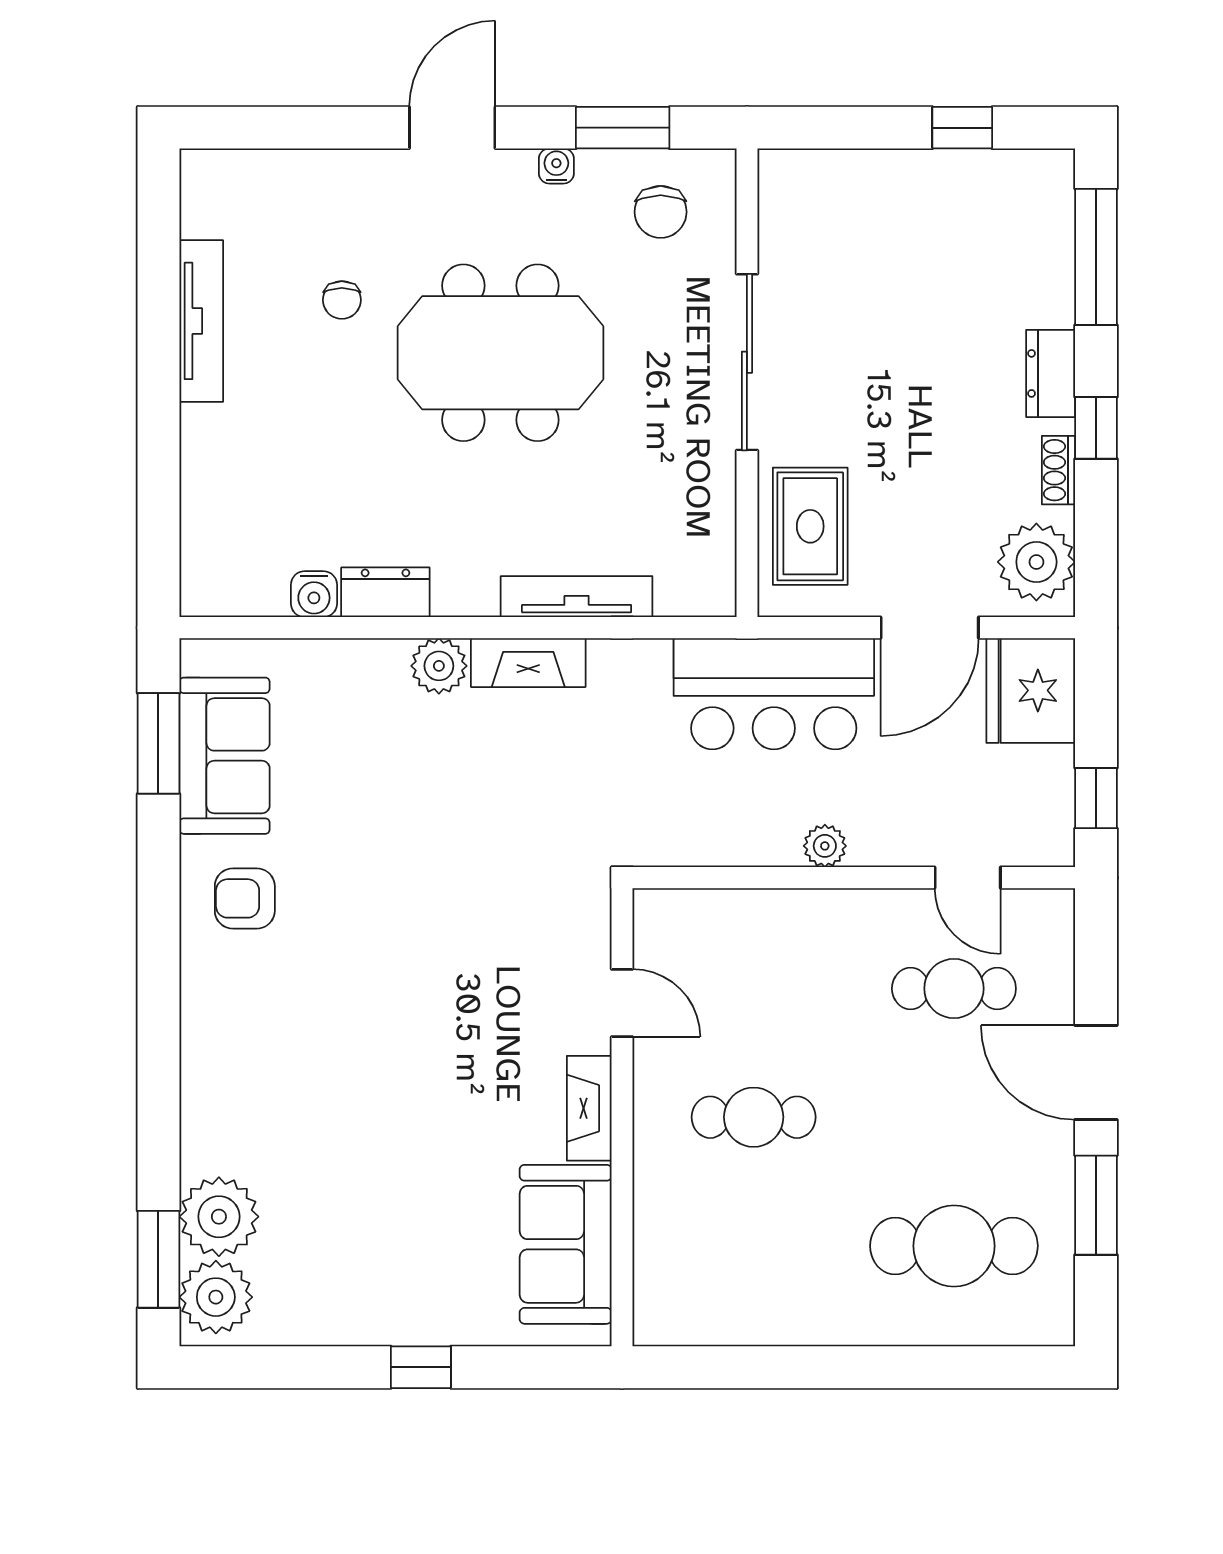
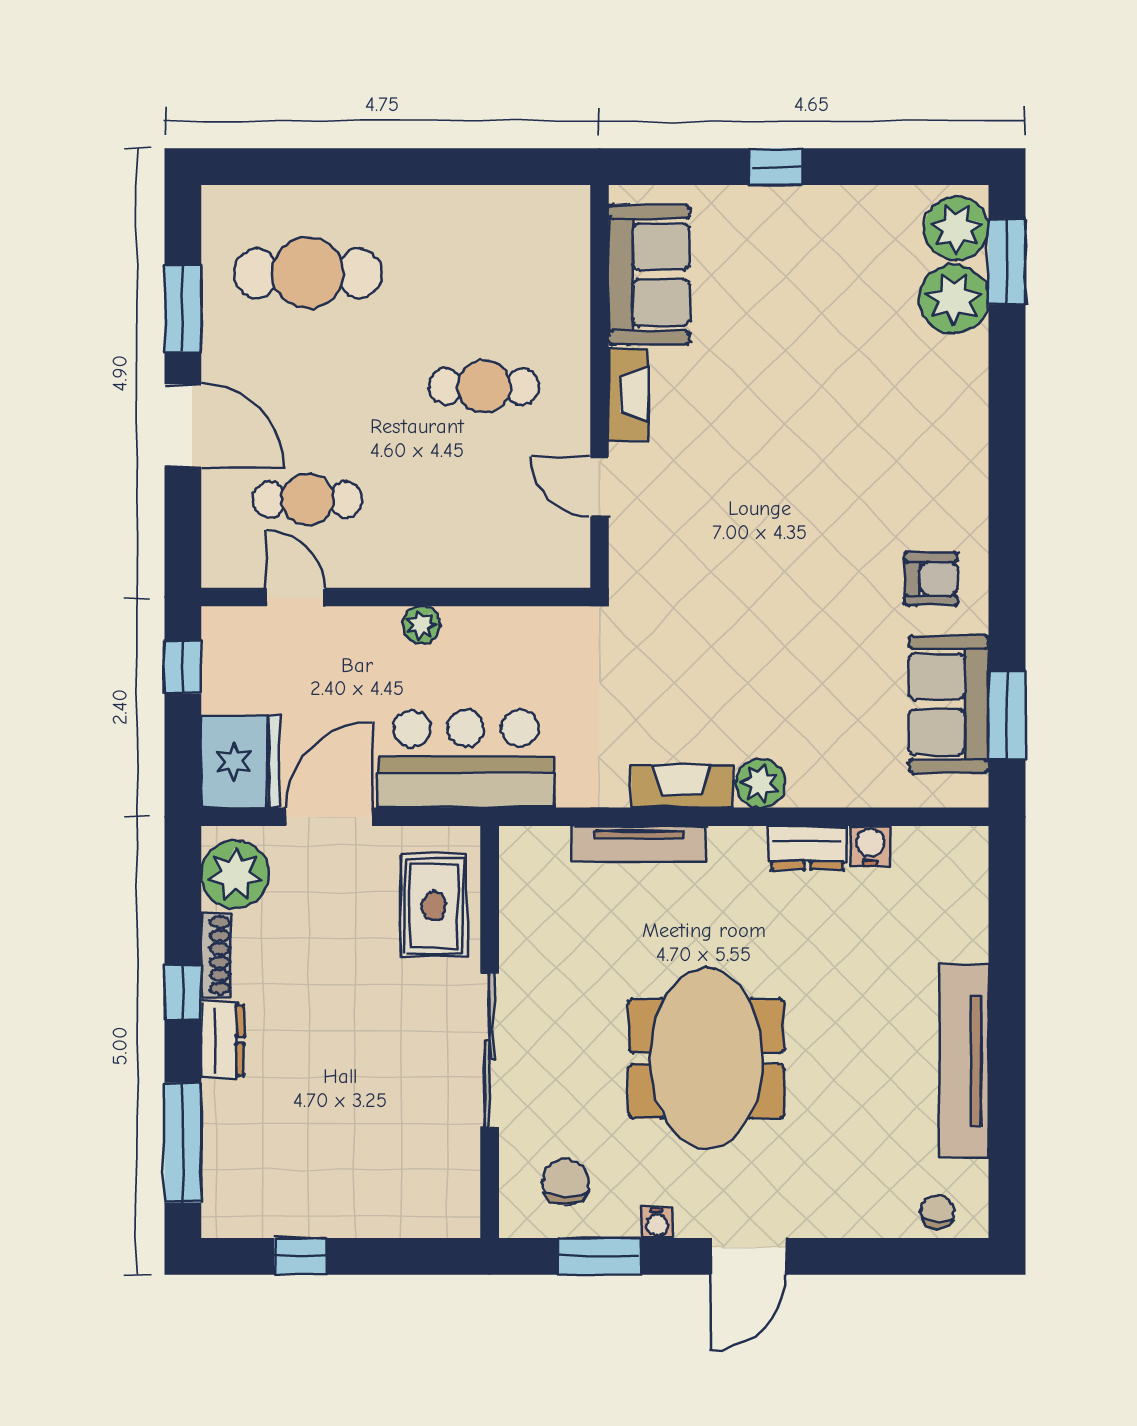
chair: (342, 300) -> (938, 1212), moved
tv unit: (201, 321) -> (964, 1061), width x1.36, depth x1.29
meeting table: (500, 353) -> (706, 1058), turned 90
shoe rack: (1058, 470) -> (216, 955), width x1.43

